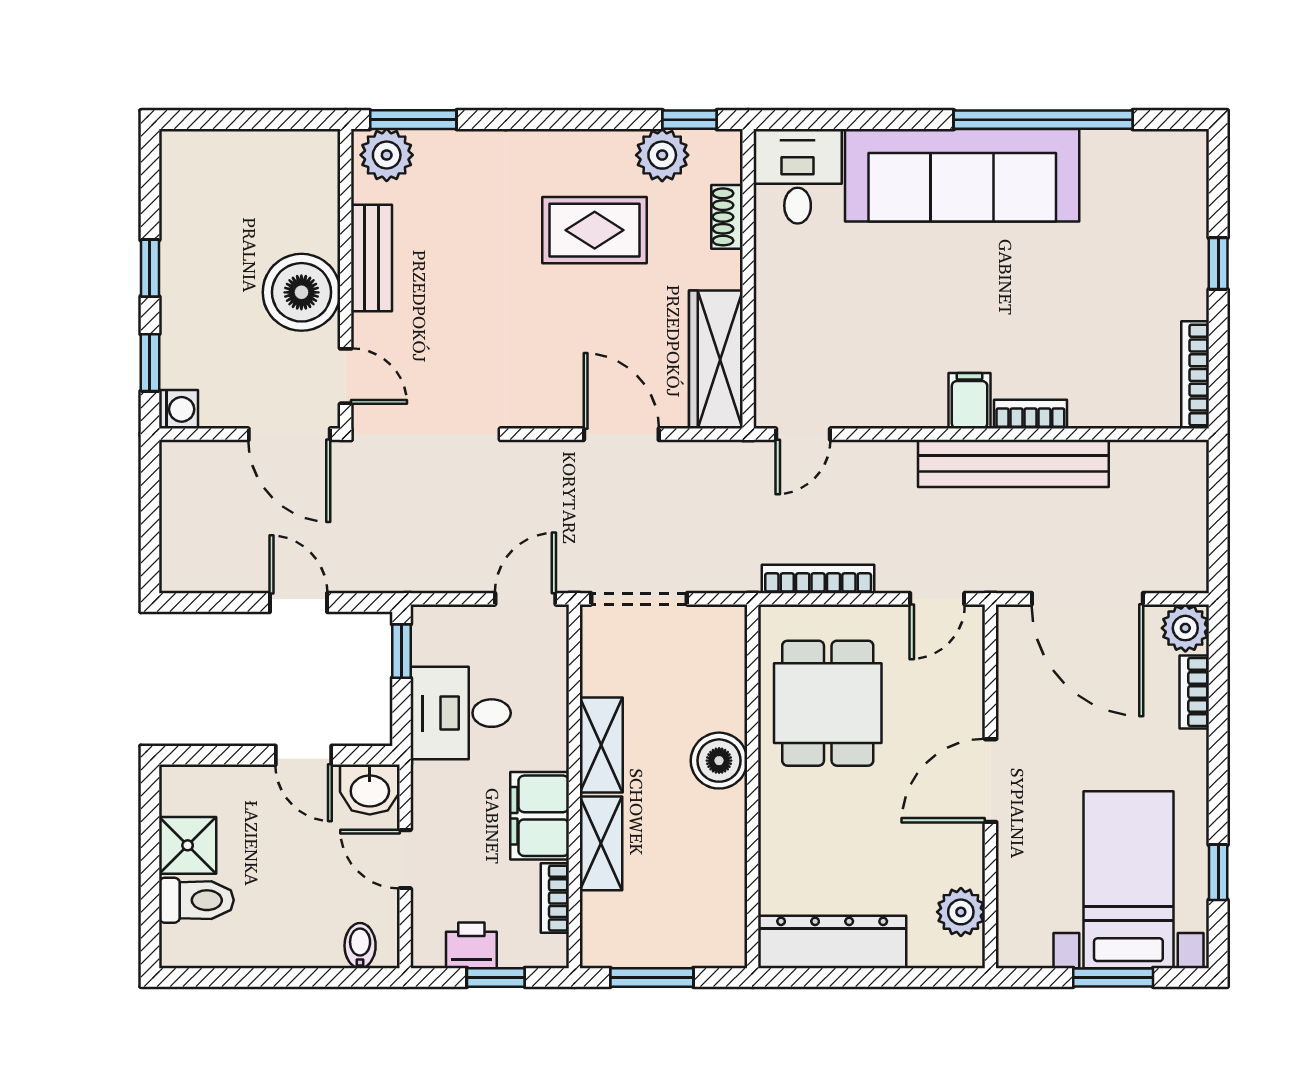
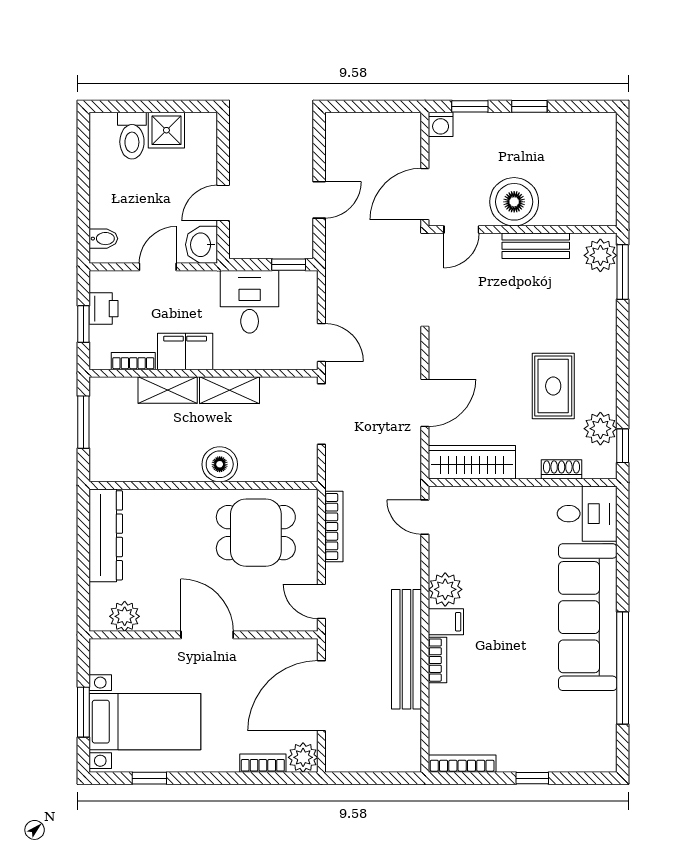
plant: (918, 402) -> (445, 589), added

